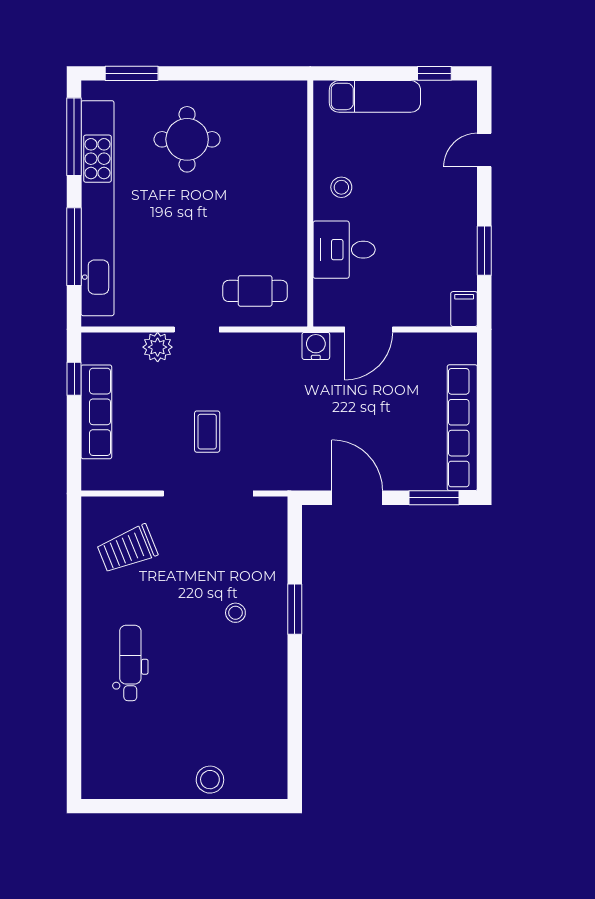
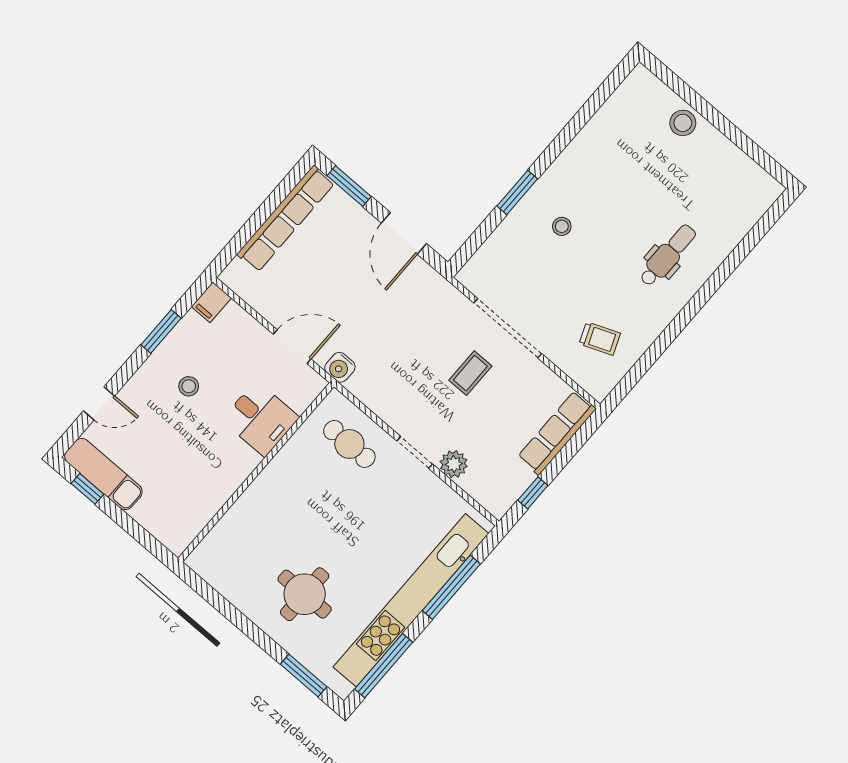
exam couch: (375, 96) -> (103, 474), moved
stool: (341, 187) -> (189, 386), moved
row of seats: (96, 412) -> (557, 433), moved
trolley: (127, 549) -> (600, 339), width x0.73, depth x0.72
dental chair: (130, 663) -> (668, 255), turned 180

